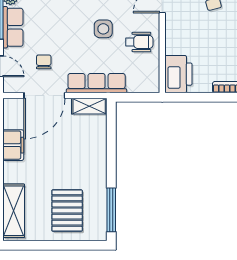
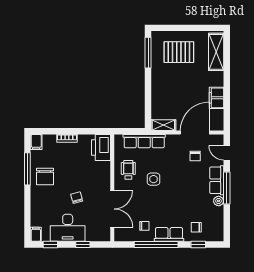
wheelchair: (139, 42) -> (128, 170), turned 90
row of seats: (97, 83) -> (144, 141), moved
pallet: (67, 211) -> (179, 52), turned 90

